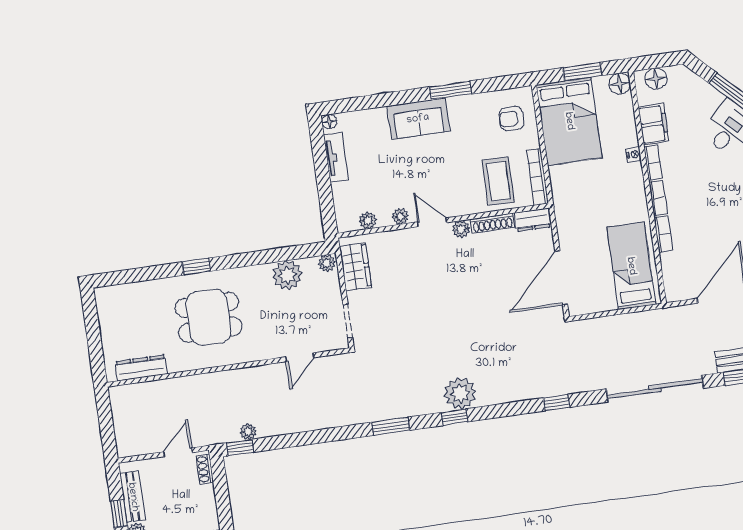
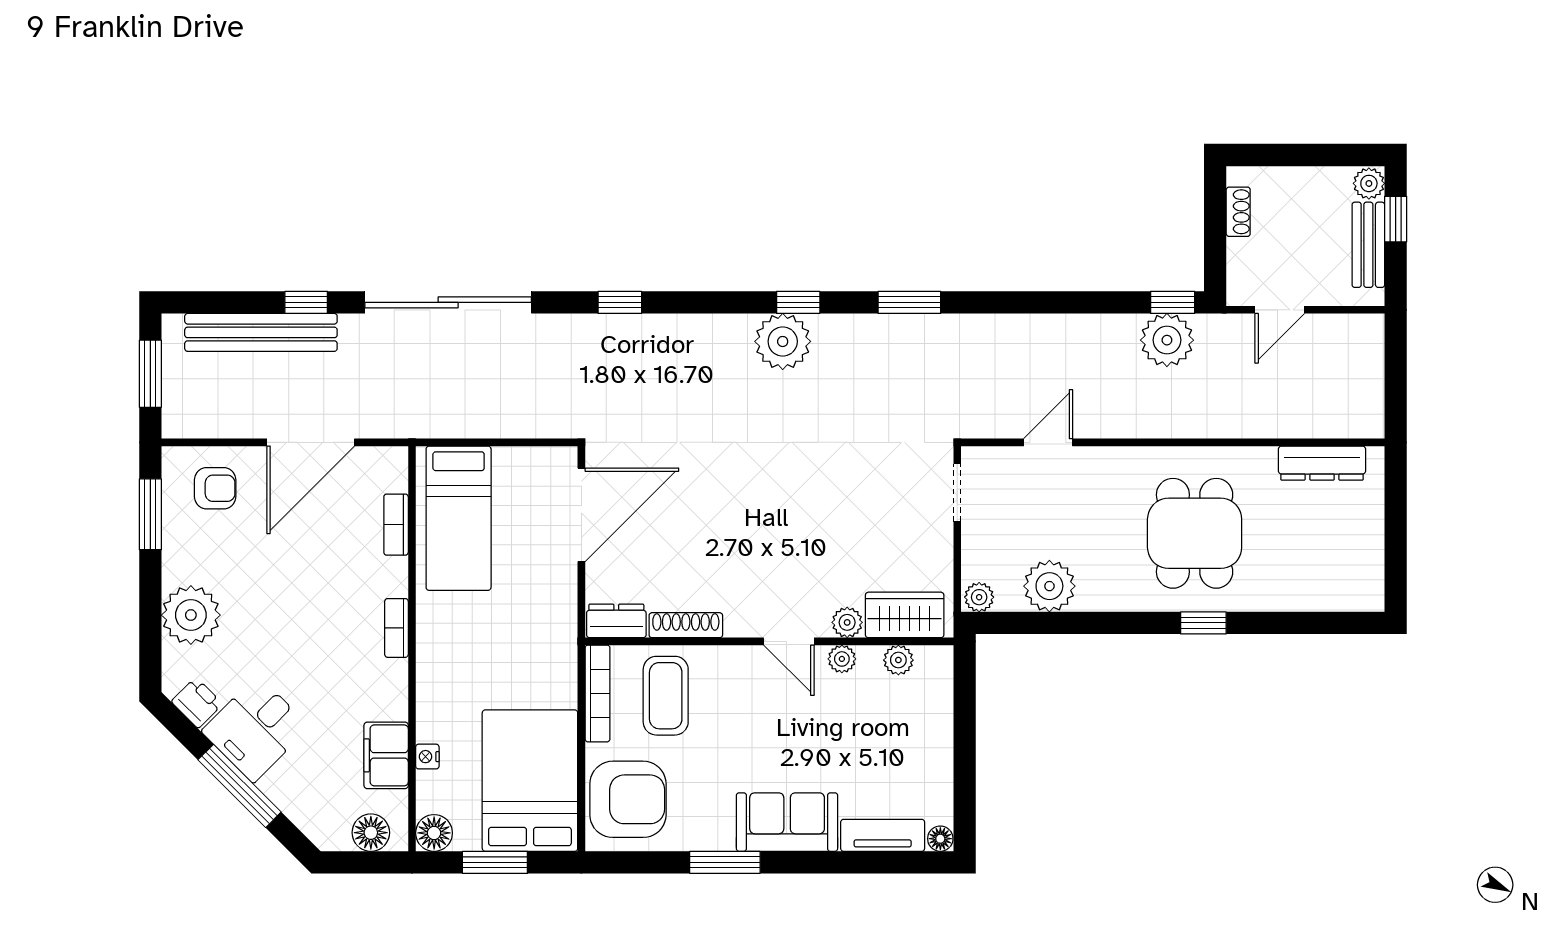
armchair: (511, 119) -> (628, 799), width x1.88, depth x1.88
nightstand: (634, 154) -> (427, 757), moved
tv unit: (336, 157) -> (883, 835), moved, turned 90
bookcase: (653, 163) -> (396, 690), removed
plant: (461, 229) -> (847, 622), moved
bookcase: (663, 234) -> (396, 525), moved
wardrobe: (355, 267) -> (905, 615), moved, turned 90
dining table: (209, 317) -> (1195, 533), turned 90
plant: (248, 432) -> (1167, 340), width x1.88, depth x1.88
shoe rack: (205, 469) -> (1238, 212), moved

